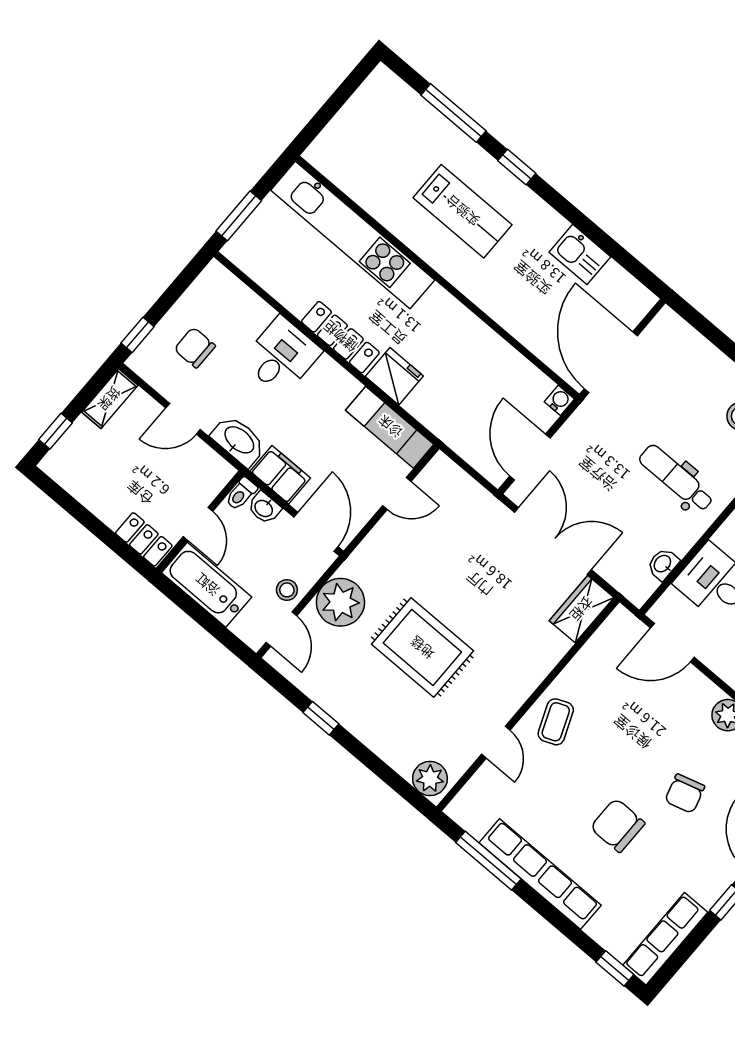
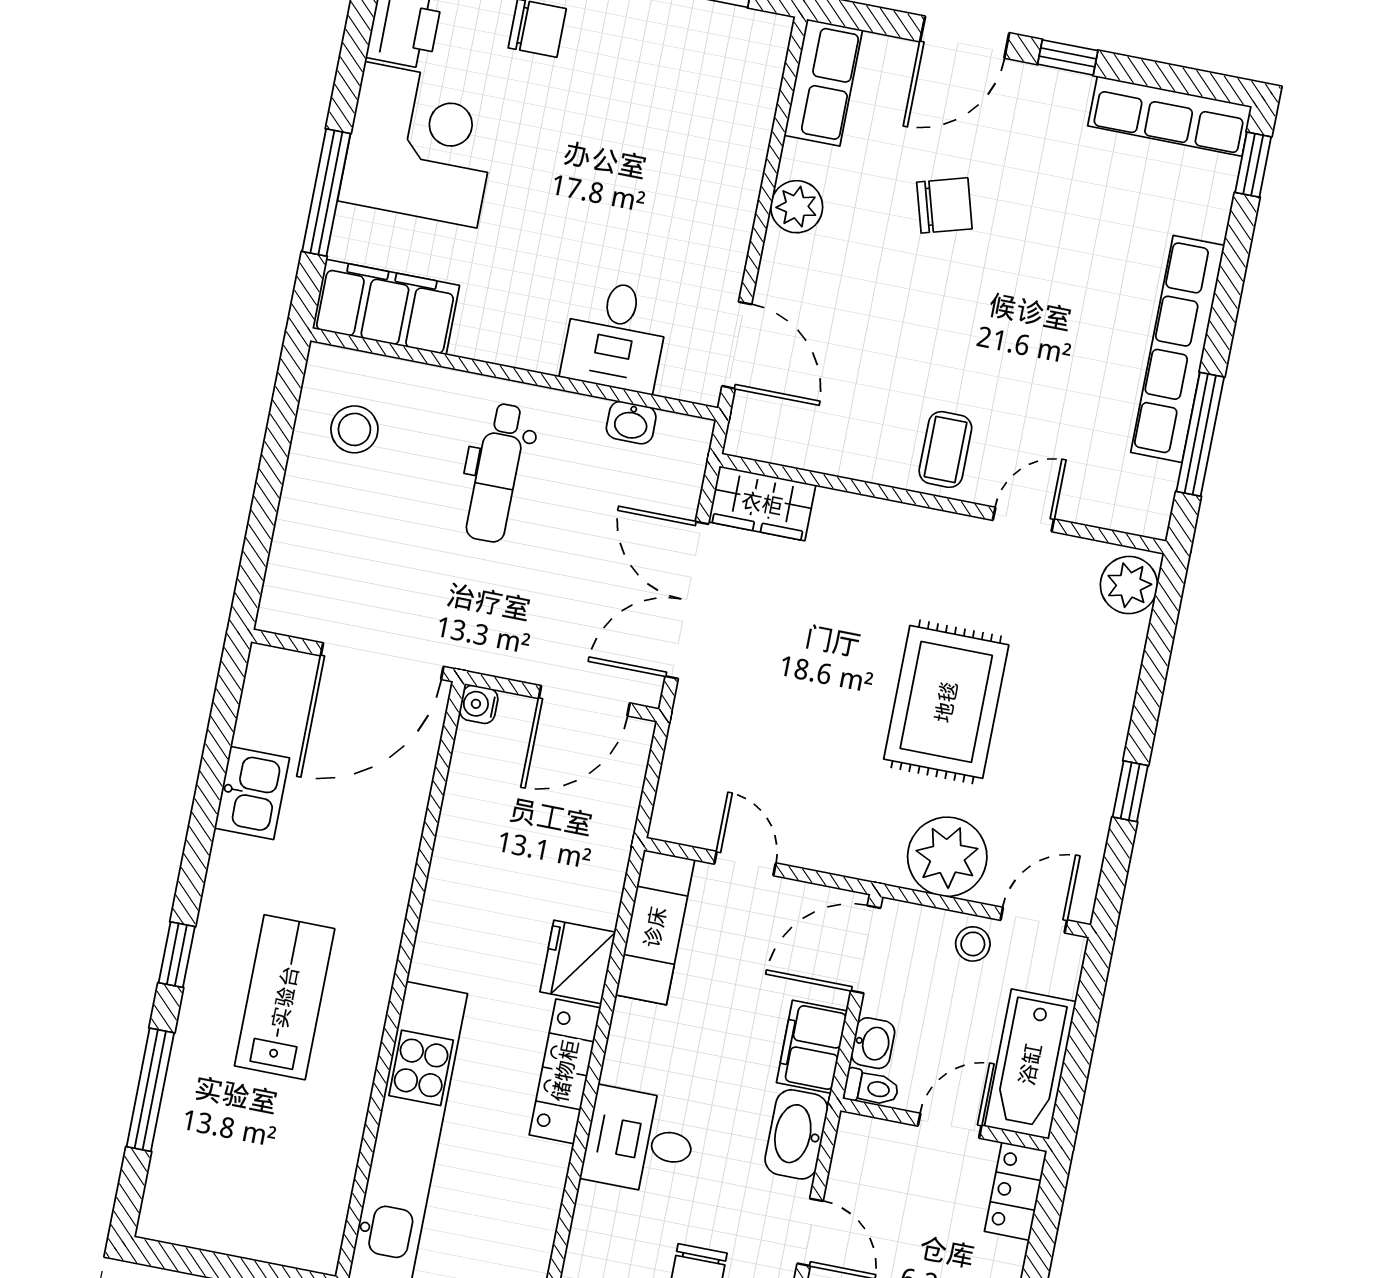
coffee table: (556, 722) -> (945, 450), turned -68
chair: (618, 825) -> (1045, 277), removed

